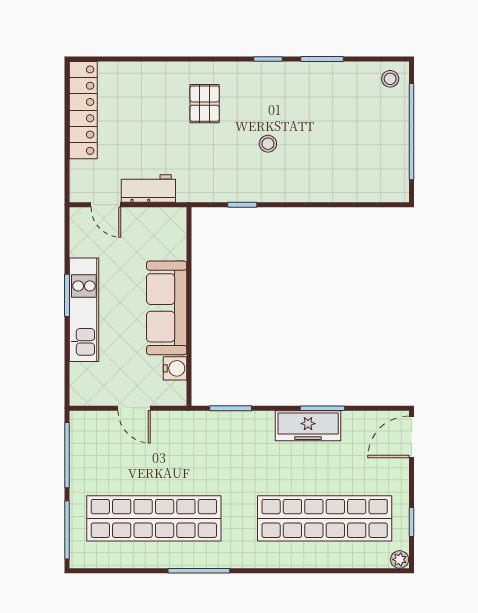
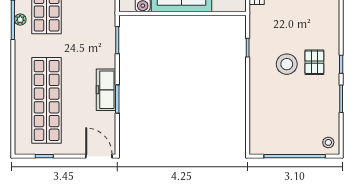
pallet: (205, 104) -> (314, 62), moved, turned 90
stool: (268, 144) -> (287, 64), width x1.89, depth x1.89
plant: (400, 560) -> (20, 20), moved

